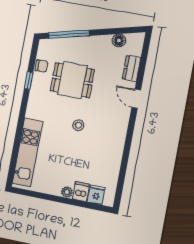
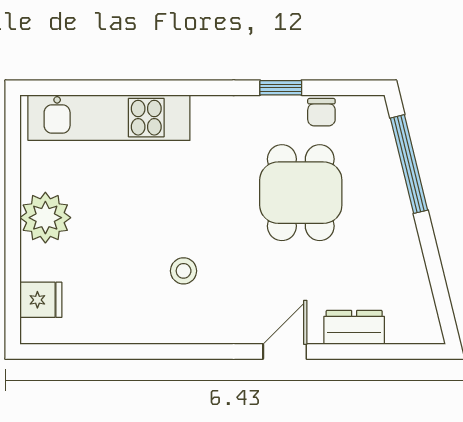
floor lamp: (119, 40) -> (415, 285), removed
stool: (78, 125) -> (184, 271), moved
plant: (67, 192) -> (45, 218), width x1.88, depth x1.88
dishwasher: (81, 192) -> (41, 263), removed

